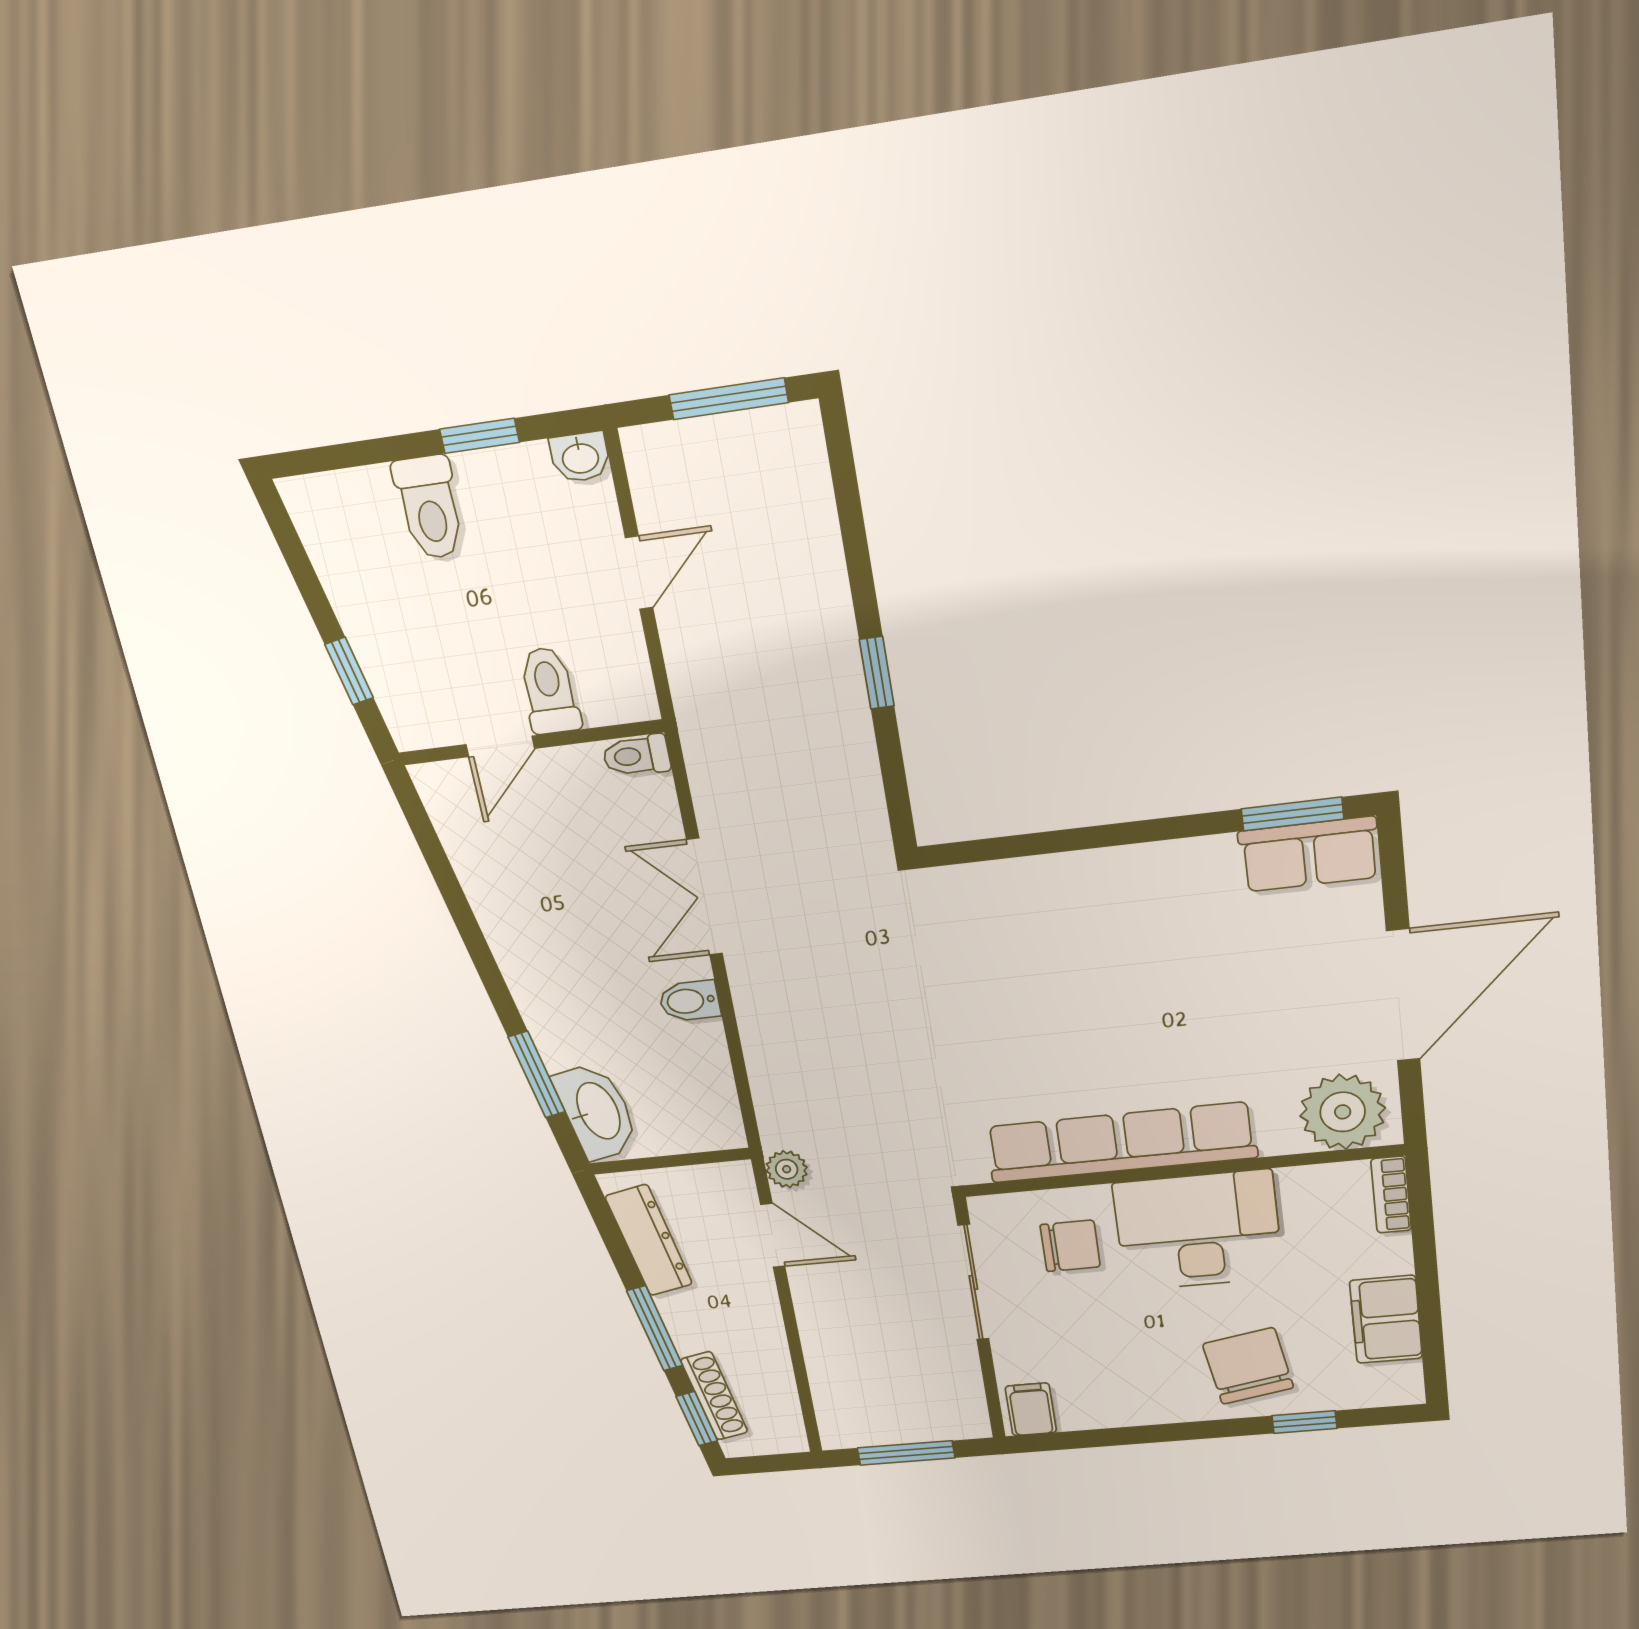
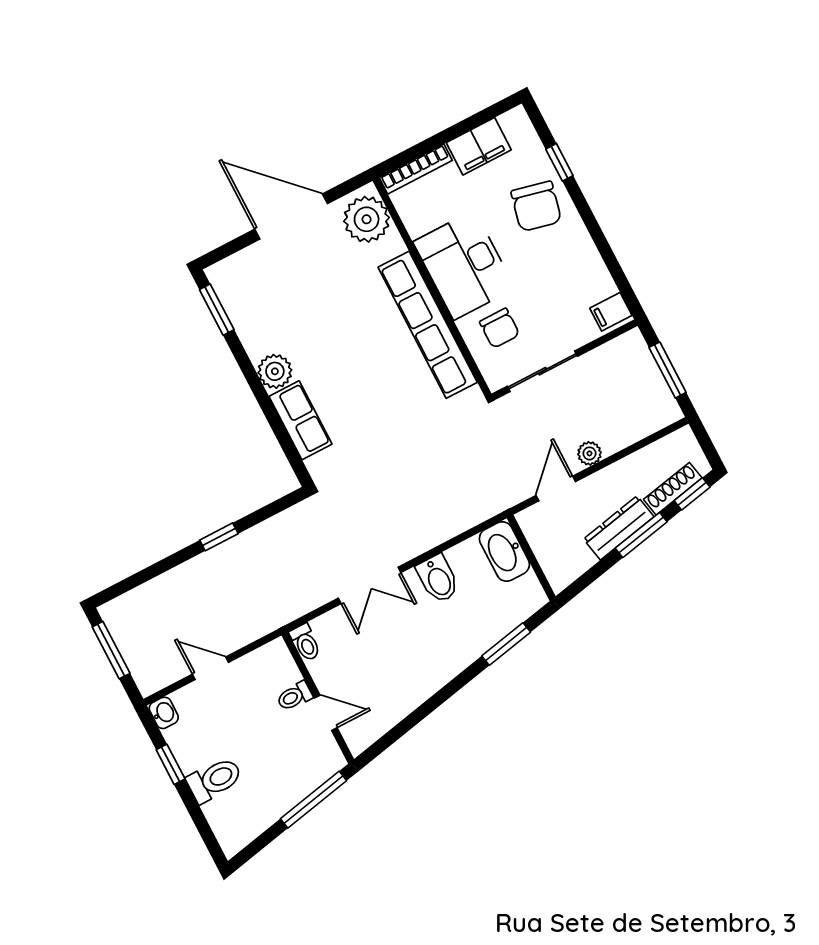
window: (349, 671) -> (313, 800), width x2.17
toilet: (549, 691) -> (294, 696), width x0.73, depth x0.72
row of seats: (1309, 854) -> (300, 420), moved
plant: (1140, 873) -> (275, 371), added
bidet: (689, 1001) -> (438, 579), width x1.38, depth x1.36
washbasin: (597, 1111) -> (504, 552), moved, turned -79
plant: (787, 1169) -> (589, 453), moved
bookcase: (1391, 1195) -> (416, 169), width x1.56
dresser: (649, 1240) -> (619, 528), moved
chair: (1070, 1246) -> (500, 328), turned 180
chair: (1248, 1366) -> (536, 206), turned -67

